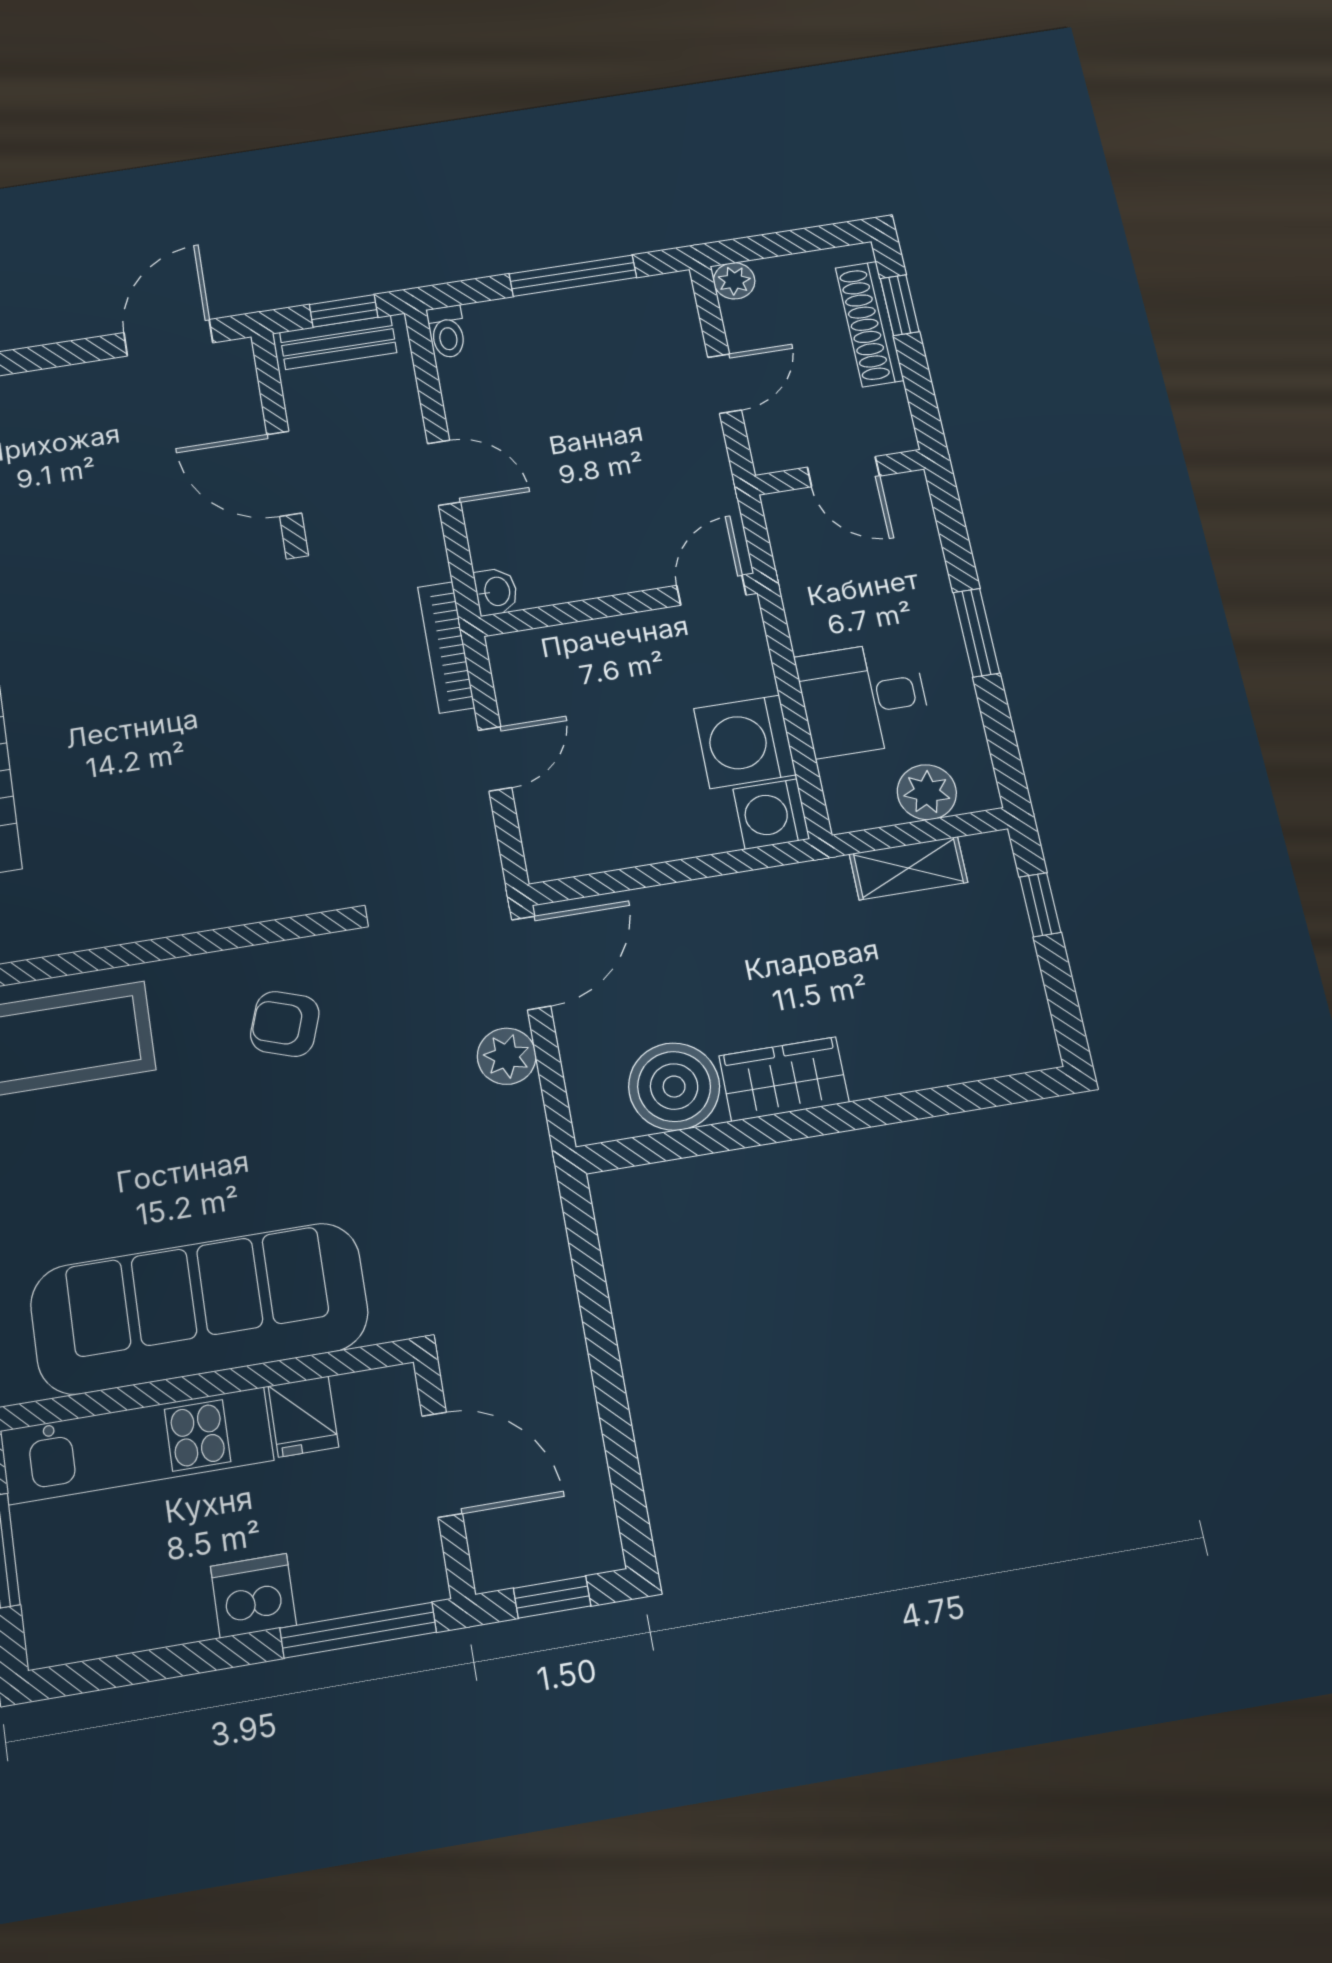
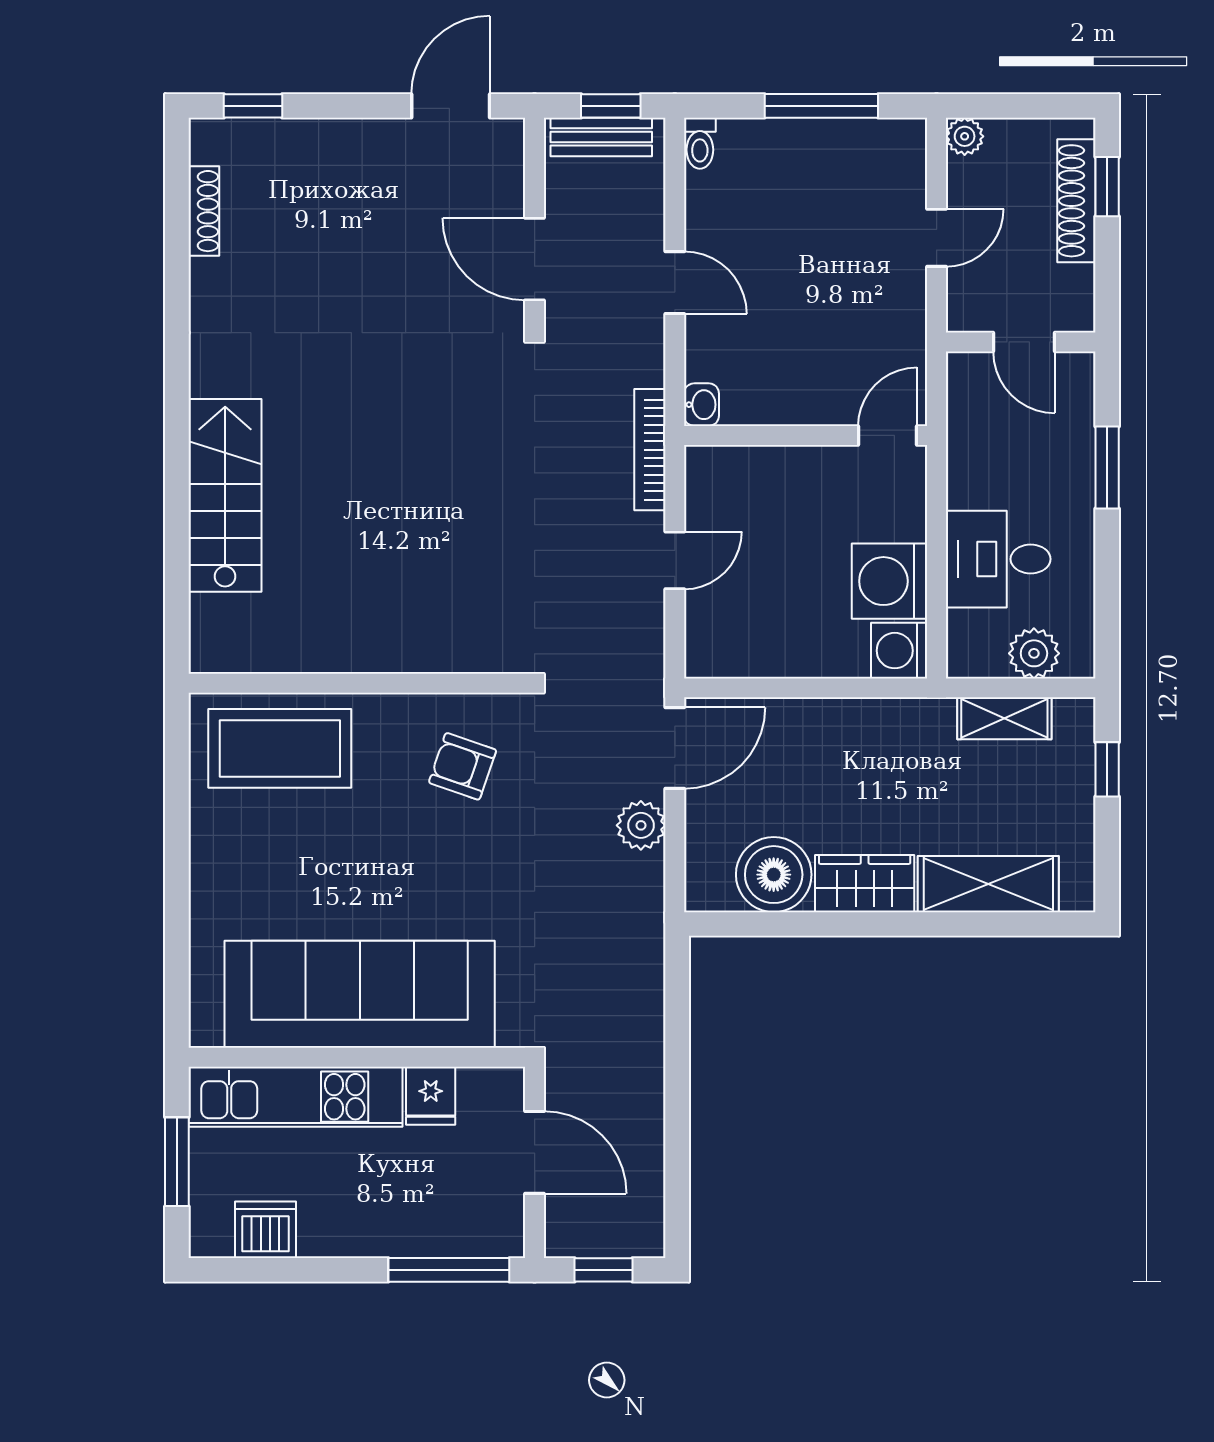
window: (976, 633) -> (1107, 467), moved
shelving: (930, 1056) -> (988, 884), added
dishwasher: (253, 1596) -> (265, 1230), moved

